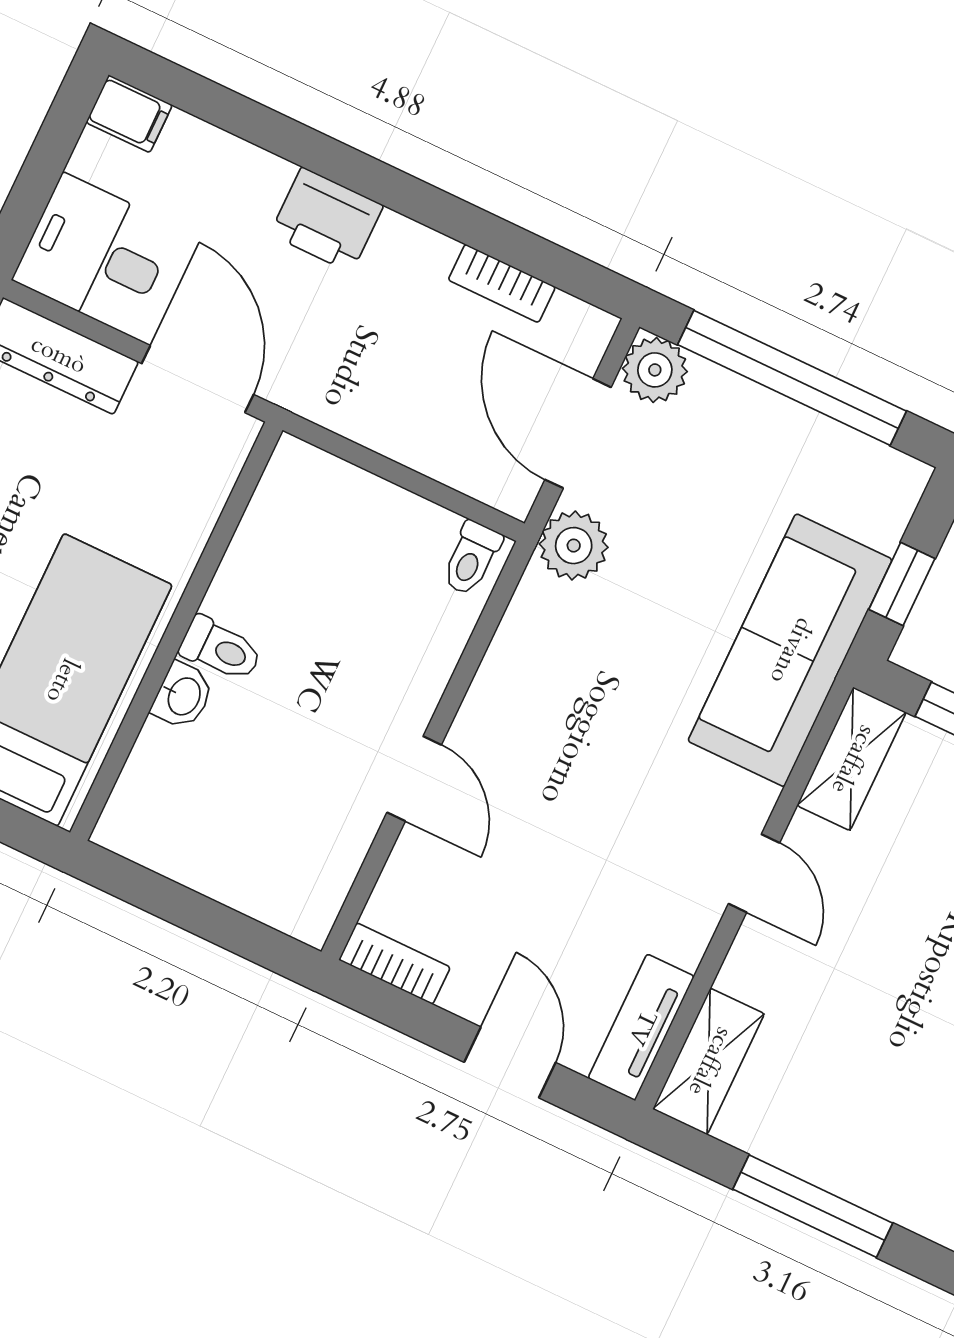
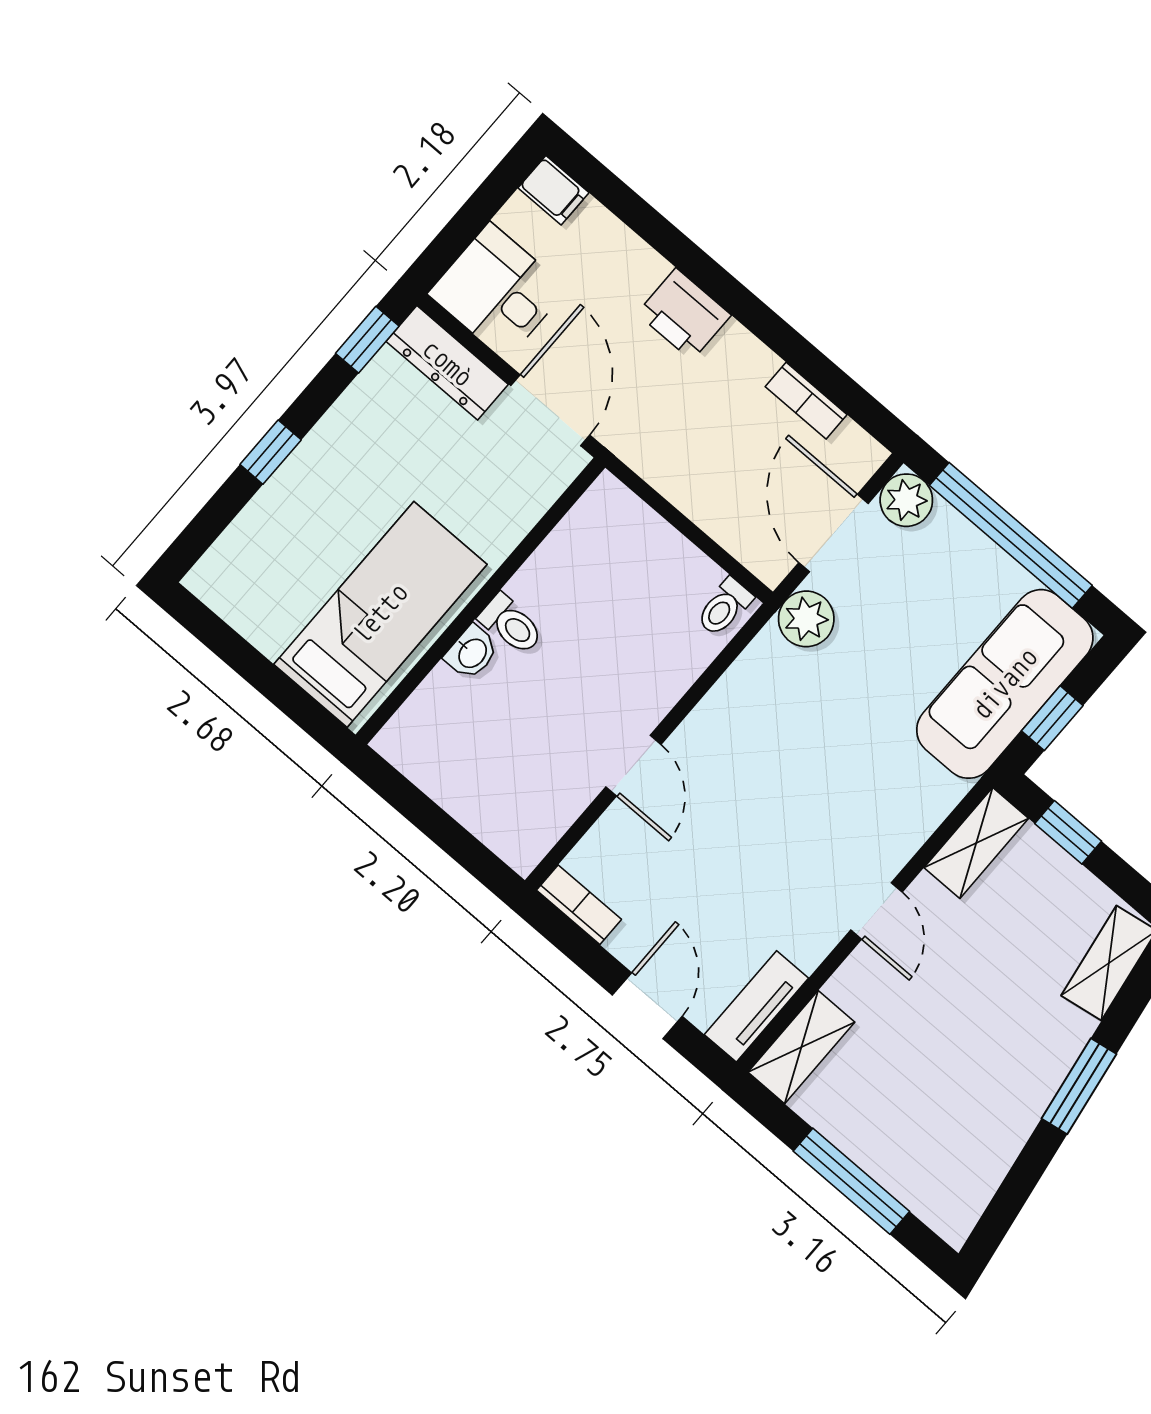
sofa: (790, 650) -> (1005, 684), moved

